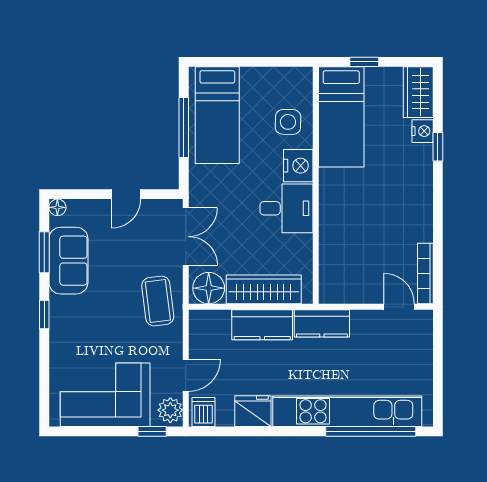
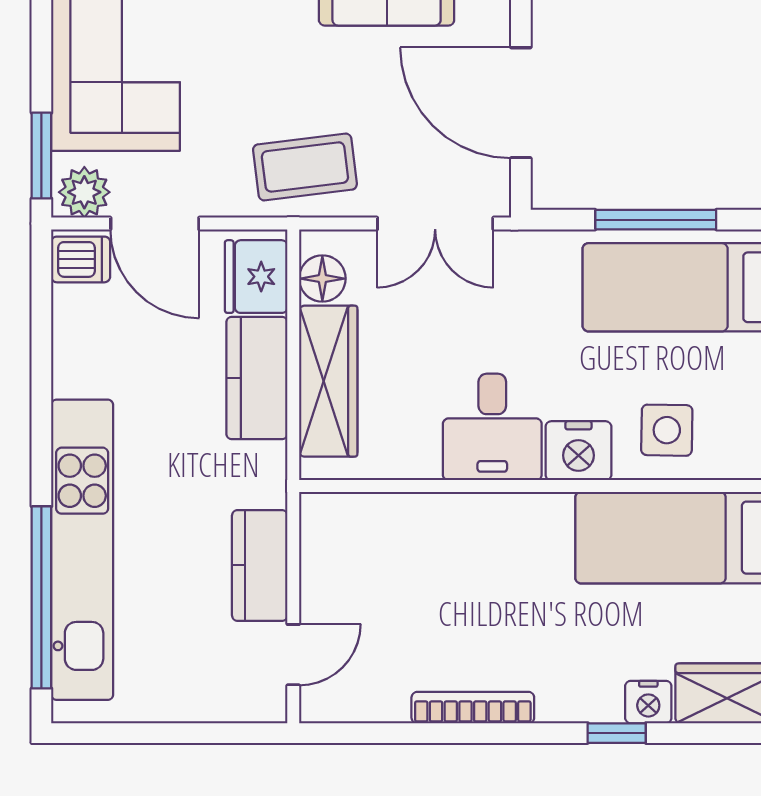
door: (126, 194) -> (521, 103), width x1.87
bookcase: (425, 274) -> (473, 708), moved
floor lamp: (209, 288) -> (322, 279), width x0.73, depth x0.73
kitchen counter: (322, 323) -> (260, 565), moved
door: (186, 375) -> (155, 224), width x1.37
fridge: (253, 411) -> (256, 277), moved, turned 180
window: (152, 431) -> (41, 156), width x1.50

